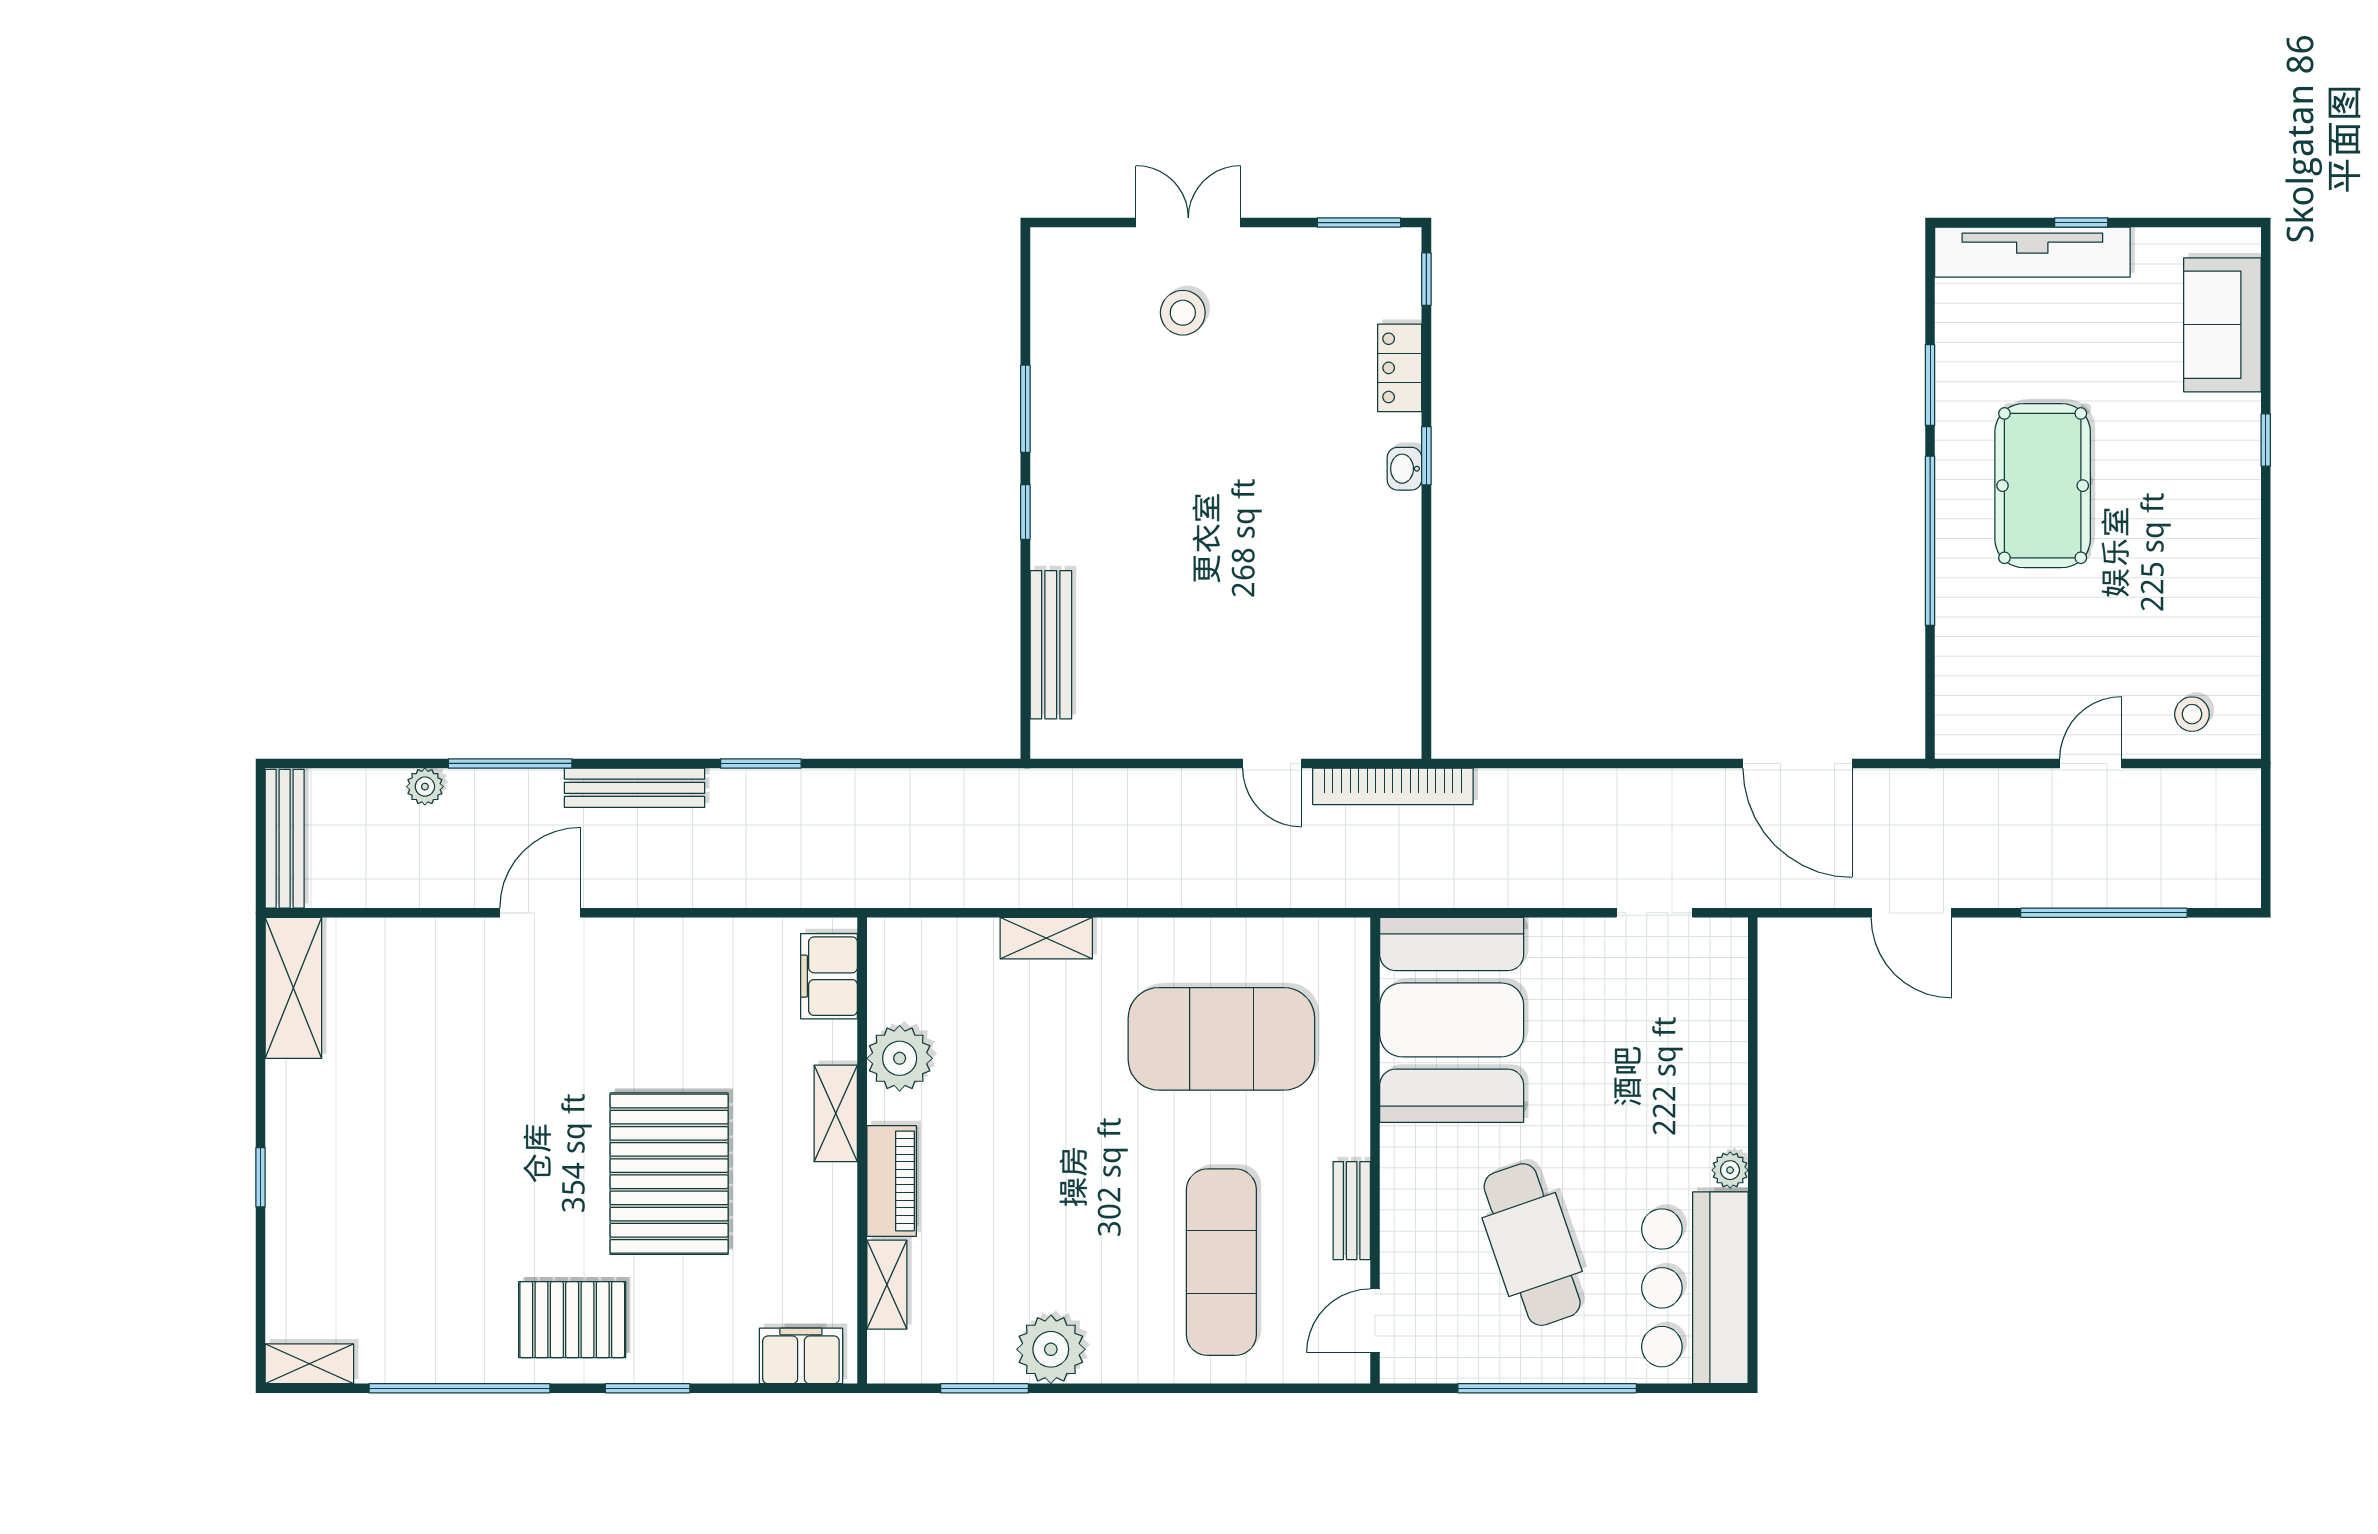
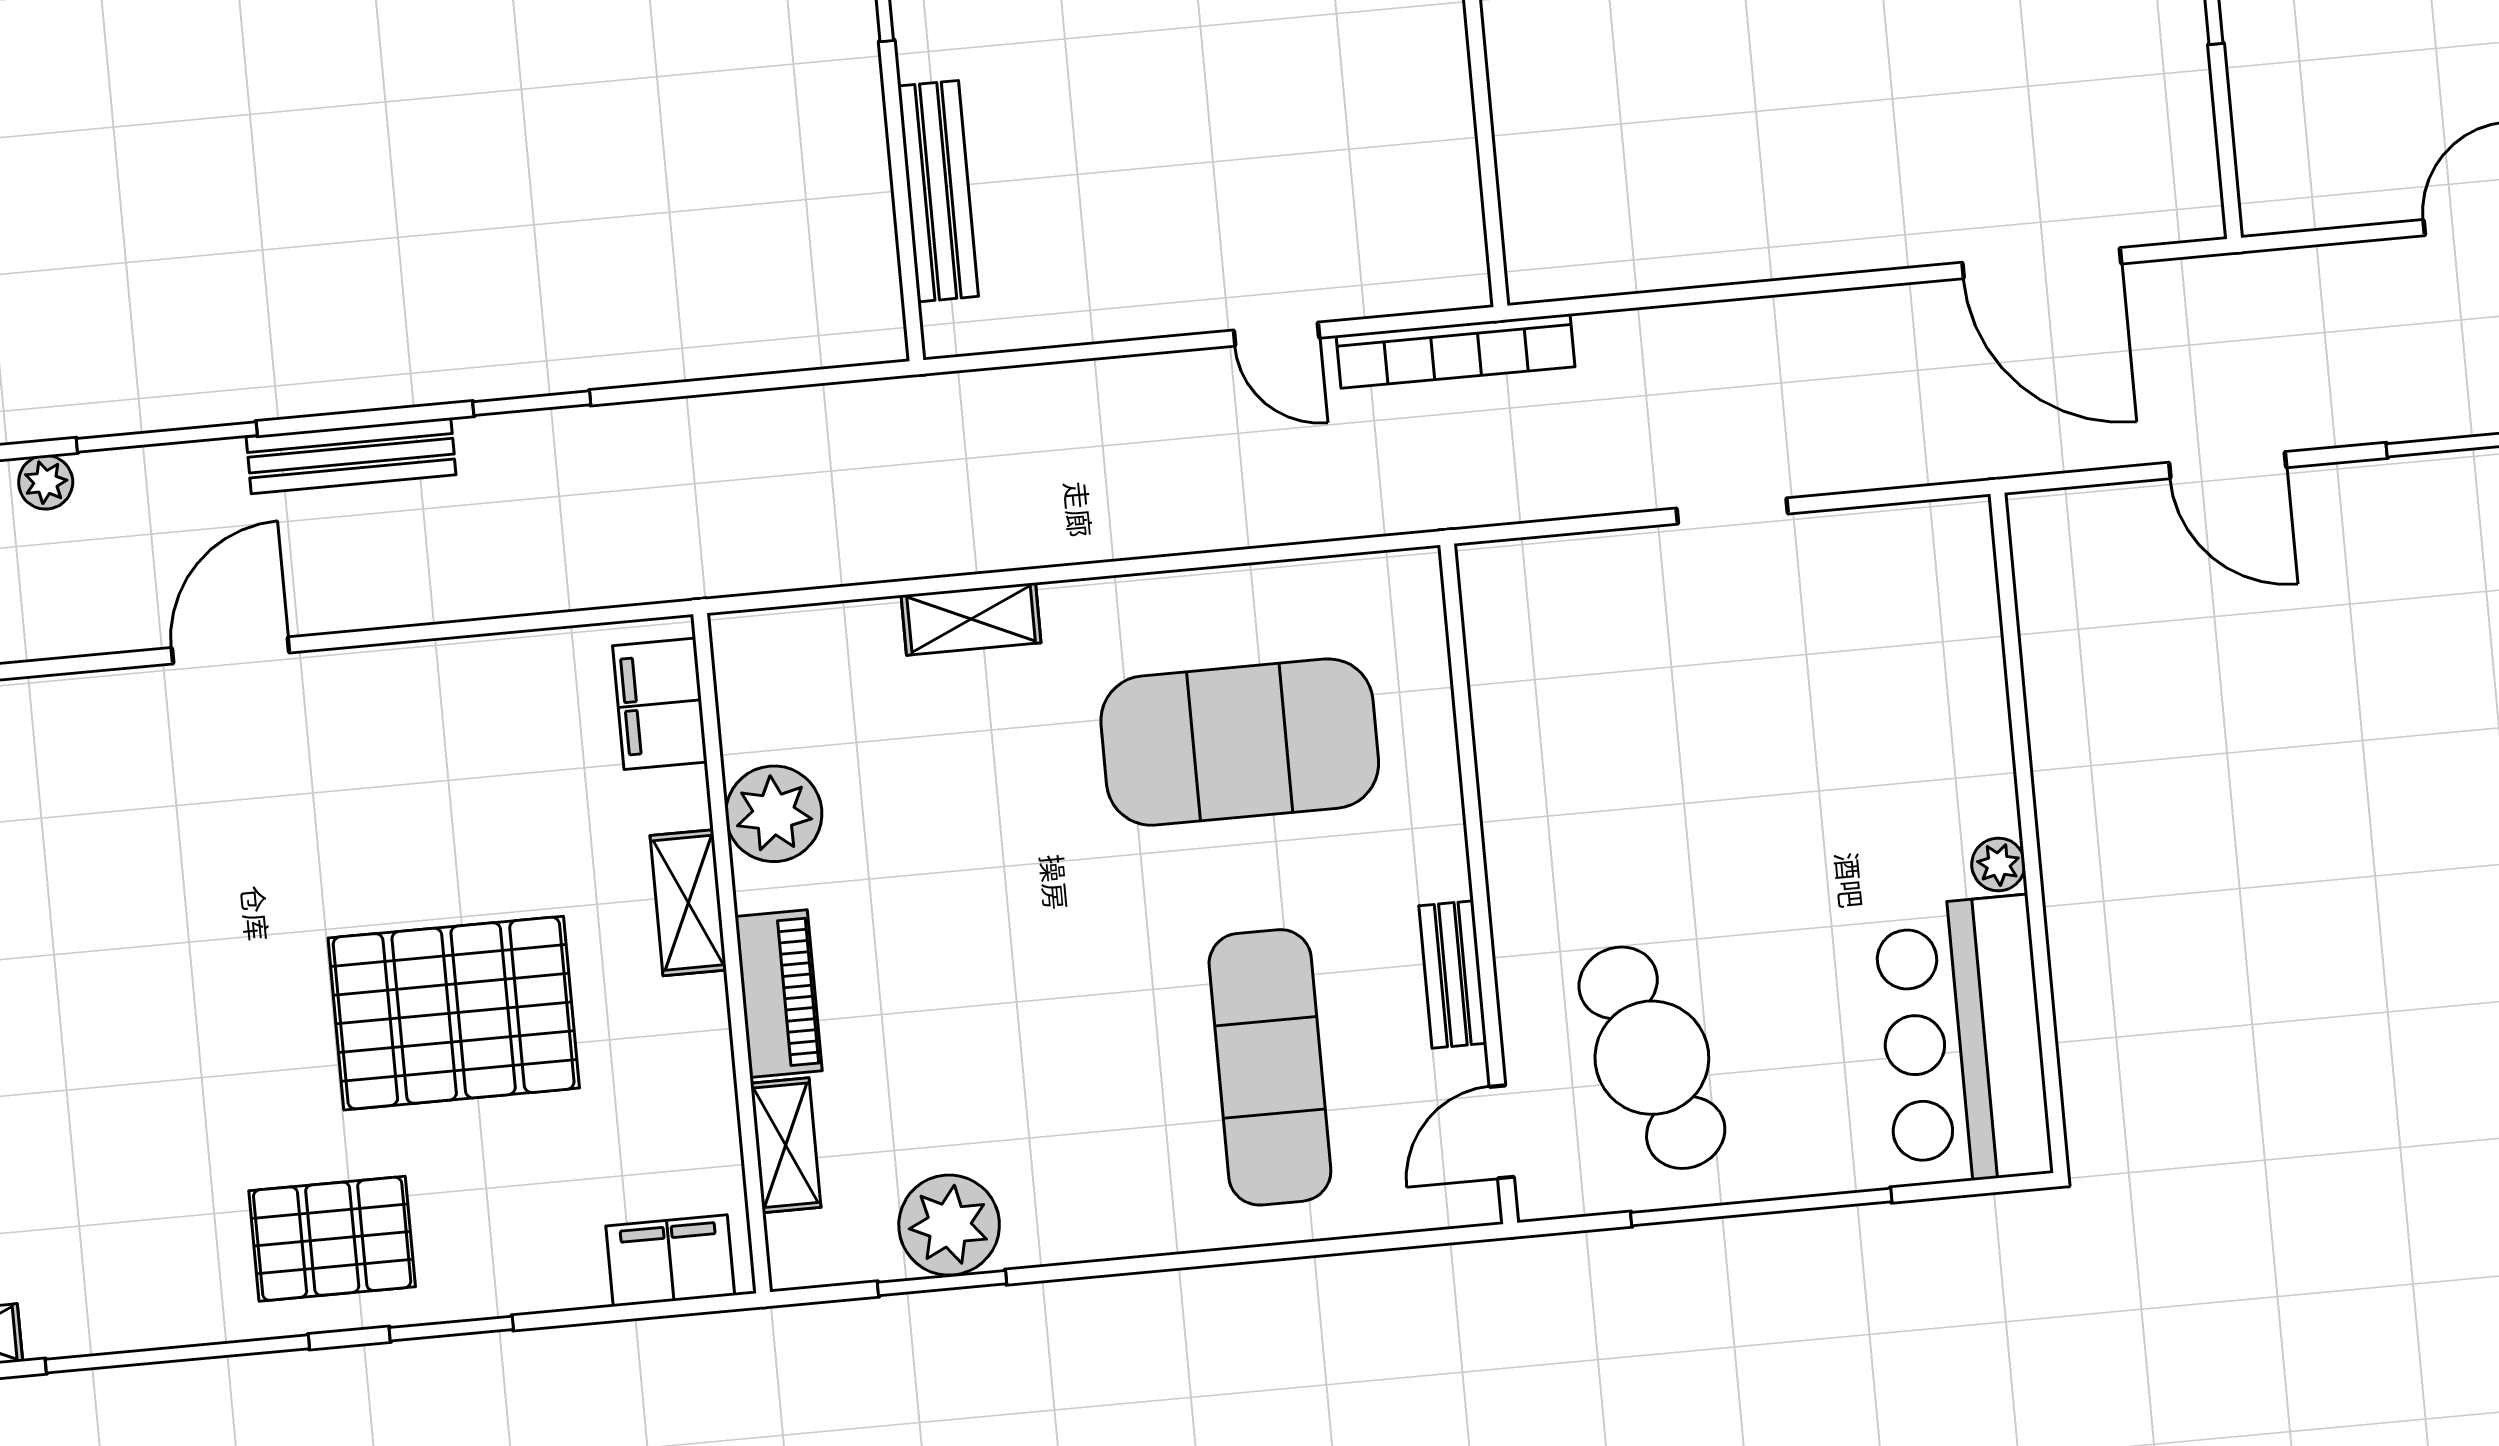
doorway: (1654, 913) -> (1732, 511), moved
booth: (1452, 1020) -> (1573, 683), removed
pallet: (669, 1174) -> (454, 1013), turned 90
cafe table: (1532, 1245) -> (1652, 1058), moved
plant: (1051, 1349) -> (949, 1225), moved

